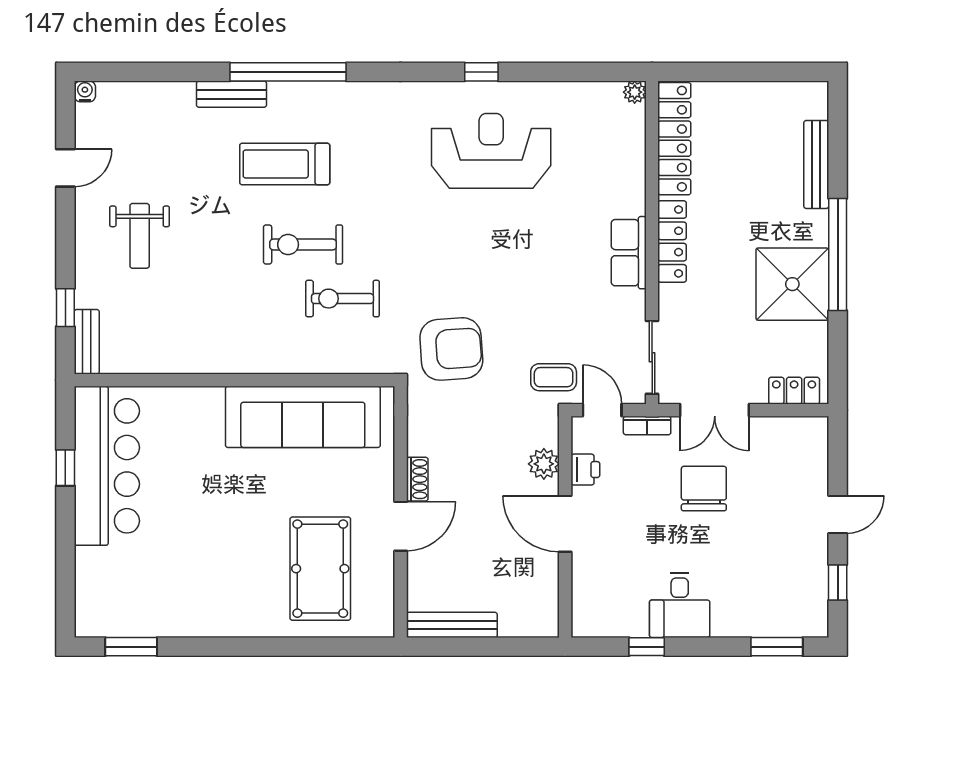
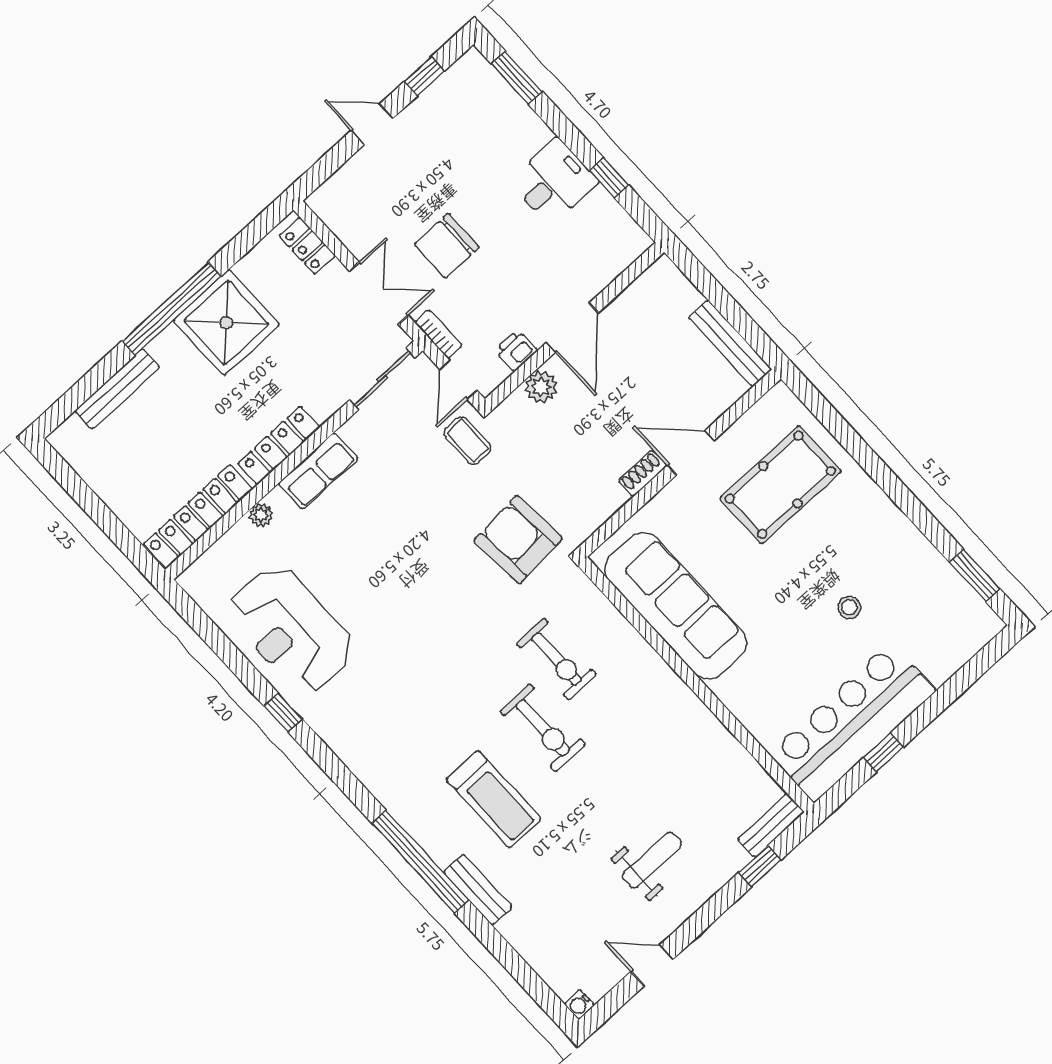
plant: (635, 92) -> (261, 515), moved
reception desk: (491, 151) -> (291, 630), moved
stool: (189, 538) -> (849, 607), added

